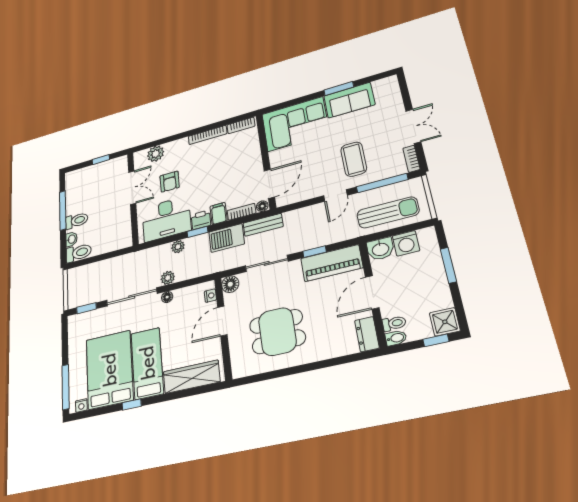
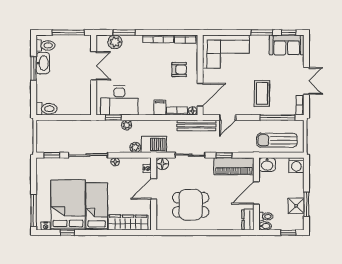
window: (375, 78) -> (289, 32), added
sofa: (349, 100) -> (287, 45), moved
window: (166, 140) -> (124, 32), added
window: (101, 160) -> (68, 32), width x2.17
armchair: (170, 182) -> (179, 70), moved, turned -90
door: (335, 195) -> (228, 118), moved
window: (63, 210) -> (34, 68), width x0.69
sun lounger: (388, 212) -> (277, 140), turned 180
printer: (201, 220) -> (146, 109), removed
toilet: (77, 221) -> (45, 45), moved
bench: (263, 225) -> (196, 125), width x1.36
window: (197, 232) -> (113, 118), moved
barbecue: (227, 238) -> (154, 144), moved, turned 180
washbasin: (71, 239) -> (43, 63), moved, width x1.91, depth x1.45
washing machine: (406, 243) -> (296, 165), moved
window: (448, 265) -> (306, 204), moved
plant: (168, 278) -> (135, 147), moved
shower: (445, 322) -> (296, 206), moved
window: (132, 404) -> (67, 233), moved

